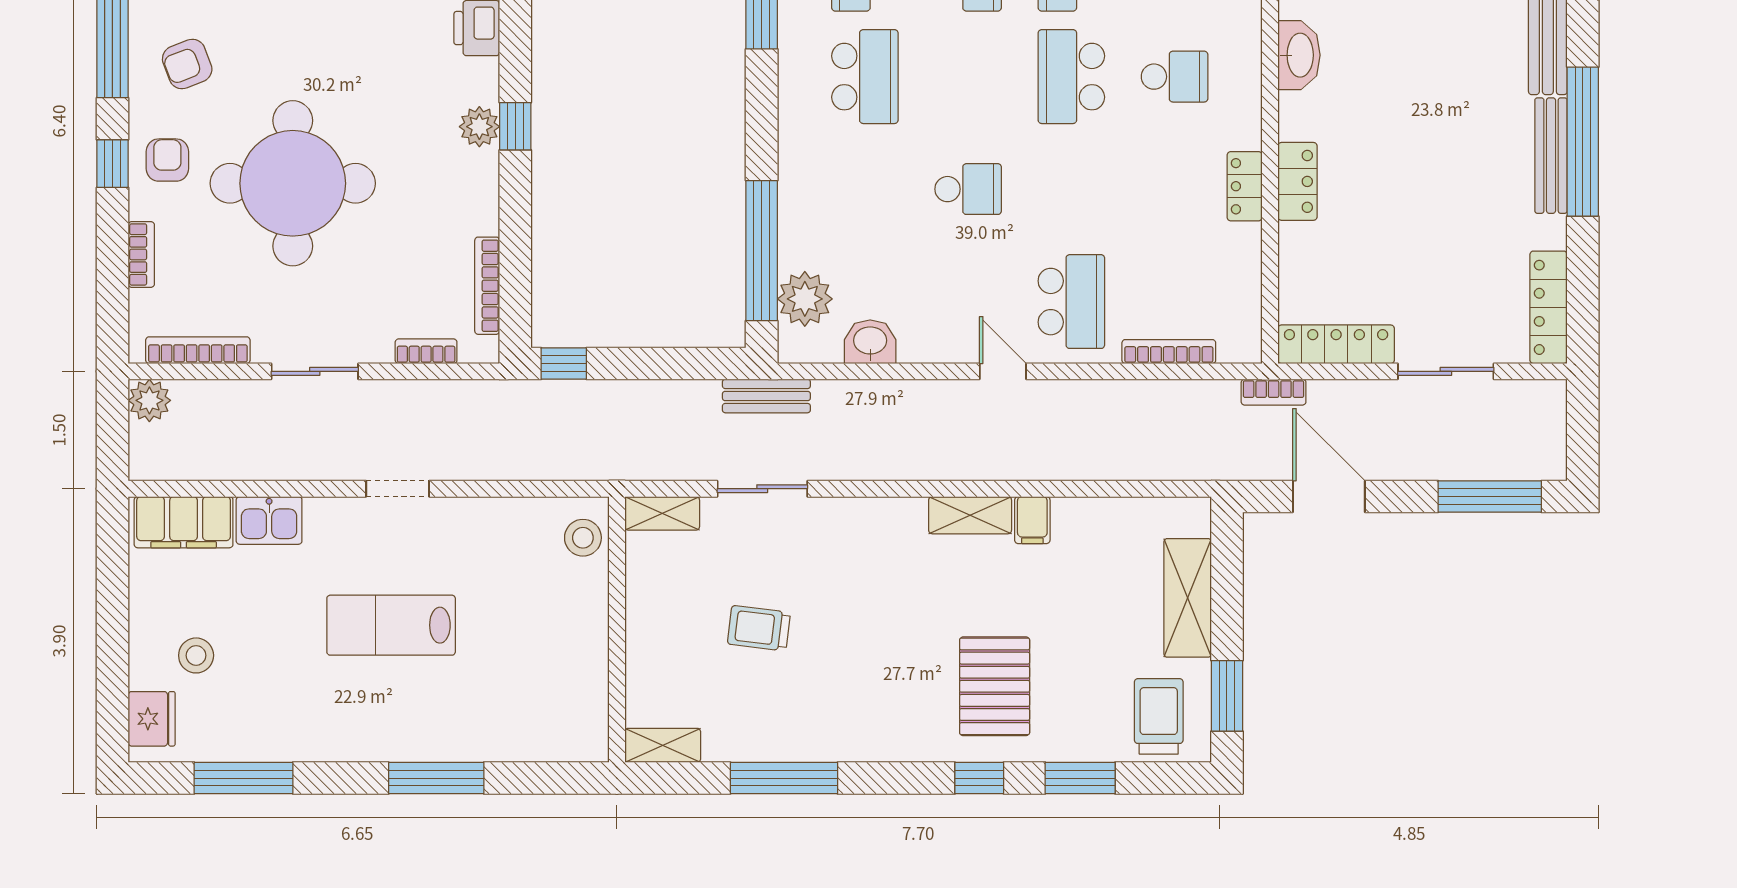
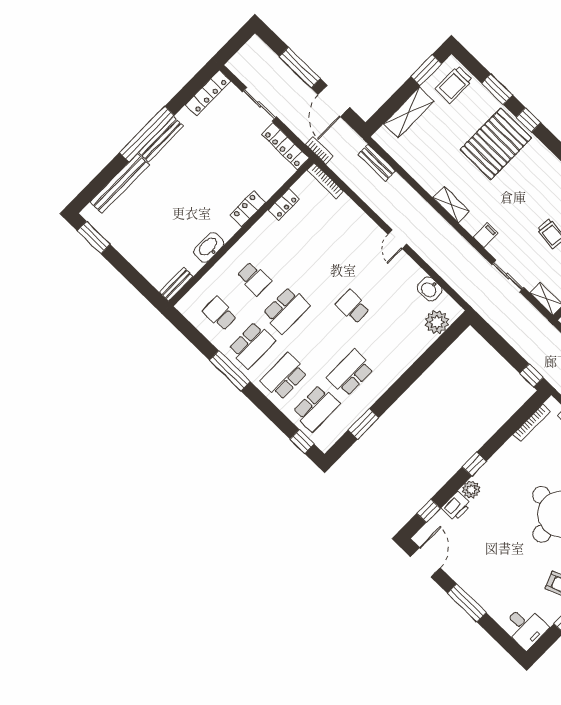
school desk: (1175, 77) -> (254, 279), turned 180
plant: (479, 127) -> (471, 490), moved
locker: (1245, 186) -> (284, 205), moved
window: (762, 251) -> (436, 350), removed
school desk: (1071, 302) -> (355, 240), removed
bookcase: (1169, 352) -> (325, 181), moved
bench: (766, 396) -> (377, 163), moved
window: (1490, 497) -> (300, 68), moved
filing cabinet: (1032, 520) -> (486, 235), moved
pallet: (995, 686) -> (496, 144), width x1.37, depth x1.41

